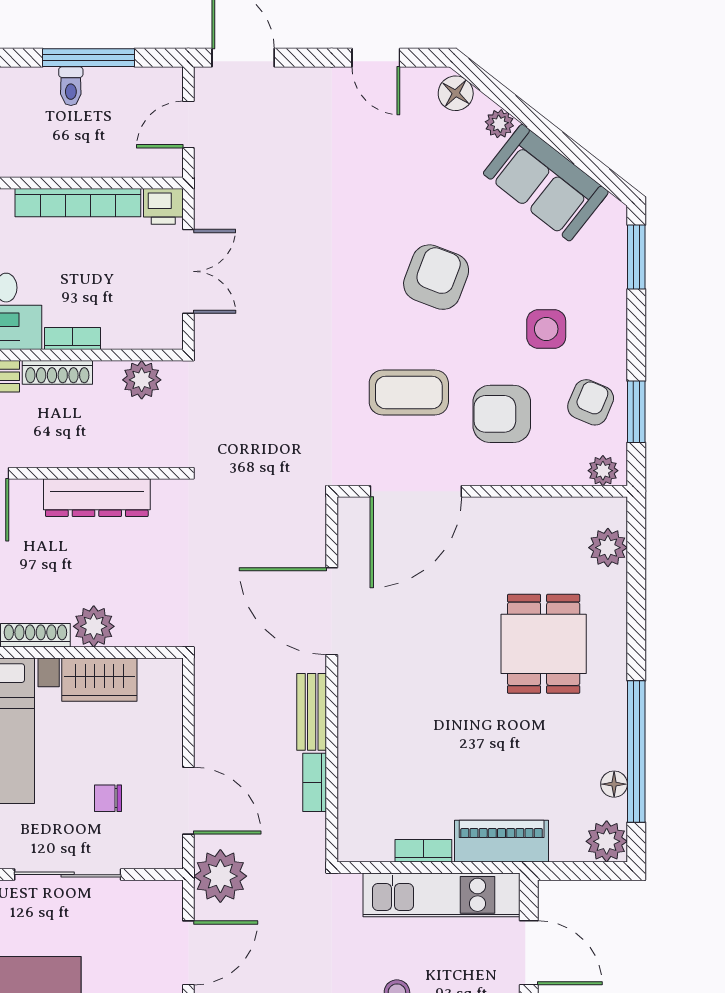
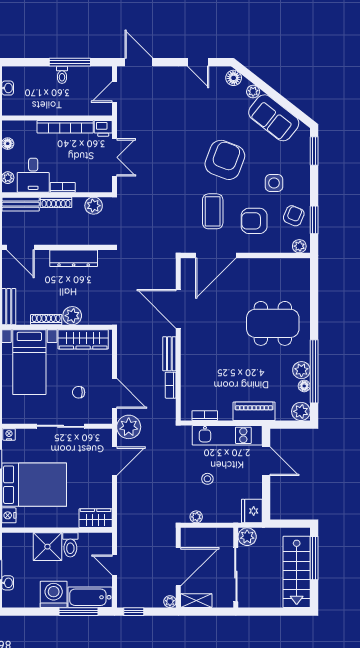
armchair: (436, 277) -> (225, 160), width x1.36, depth x1.36
coffee table: (409, 393) -> (213, 211), turned 90
plant: (608, 548) -> (301, 370), moved
dining table: (544, 644) -> (273, 323), width x1.37
wardrobe: (99, 680) -> (83, 339), width x1.50
bookcase: (423, 851) -> (205, 416), moved

